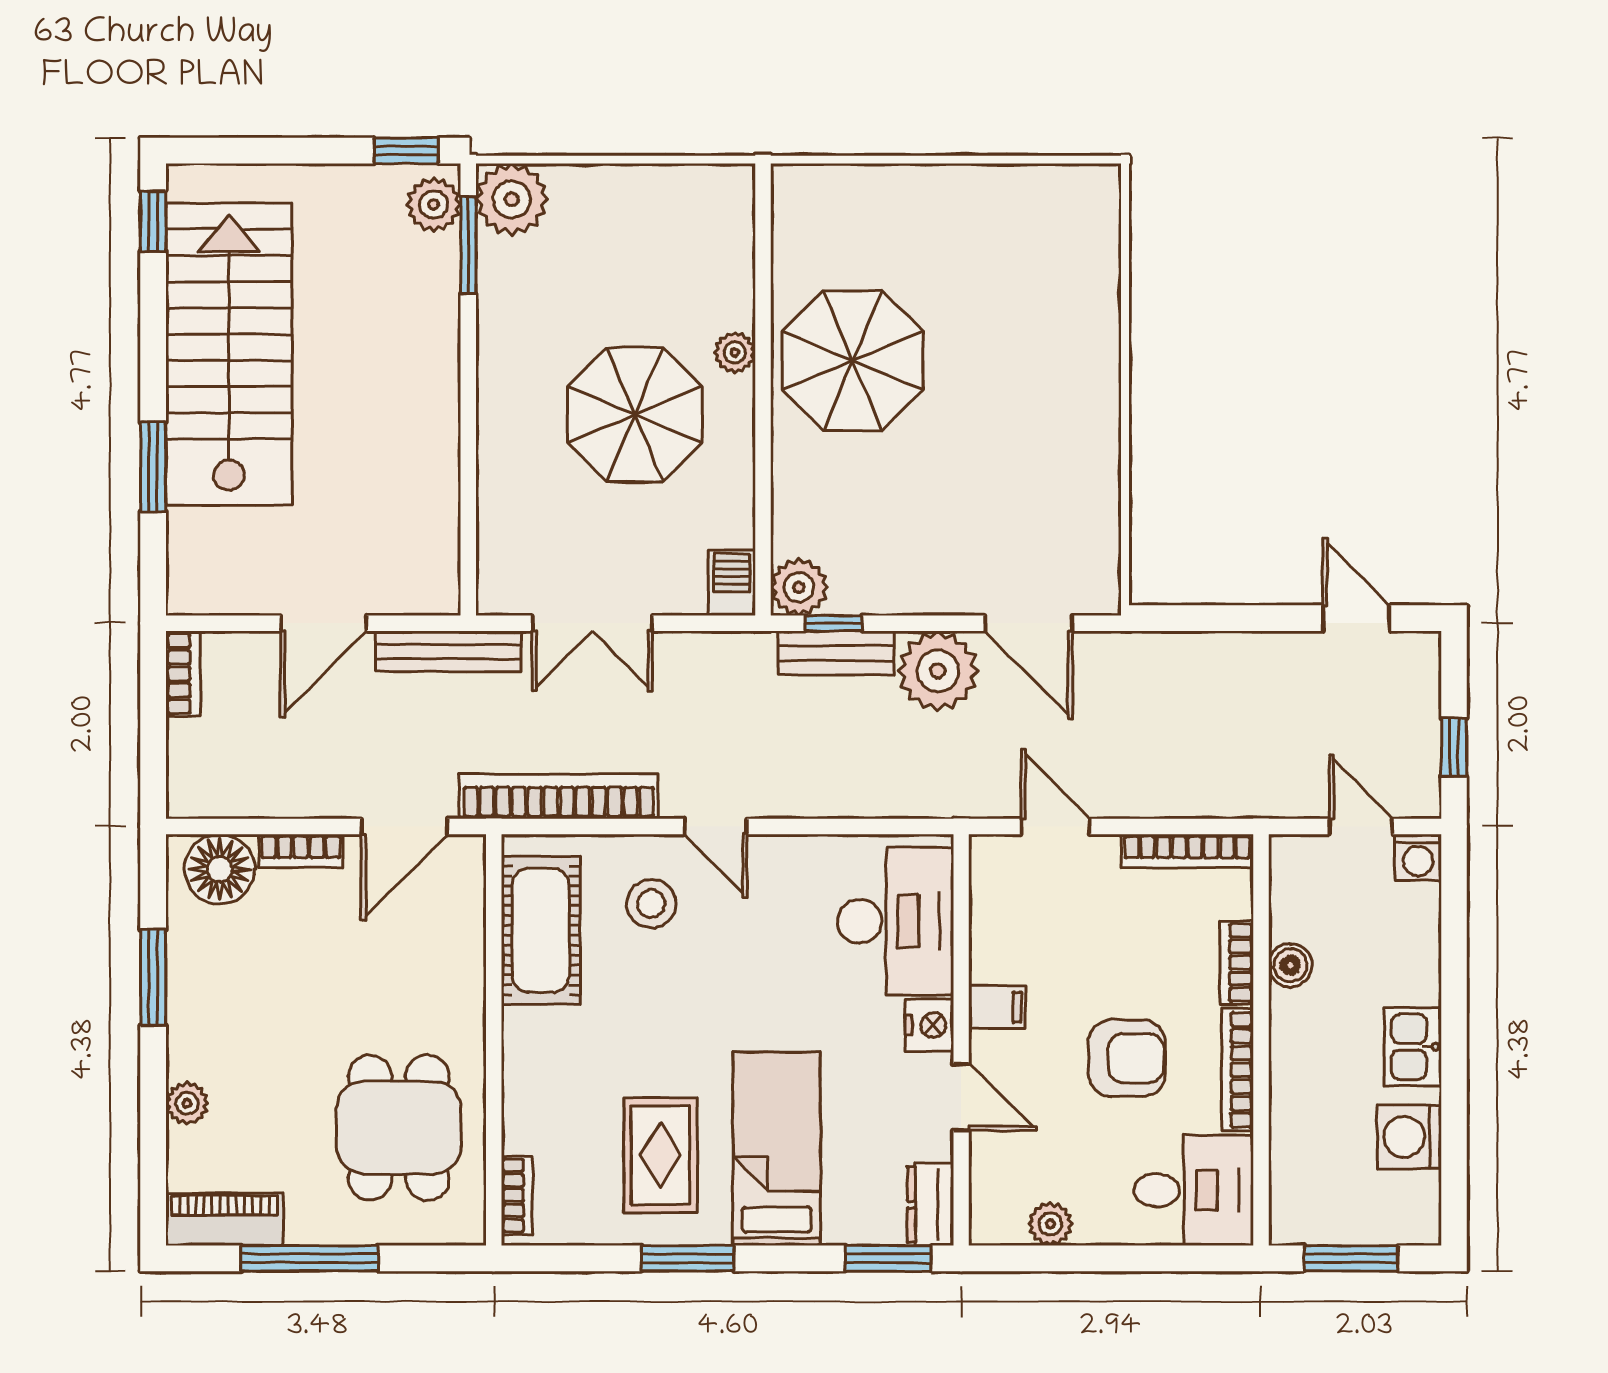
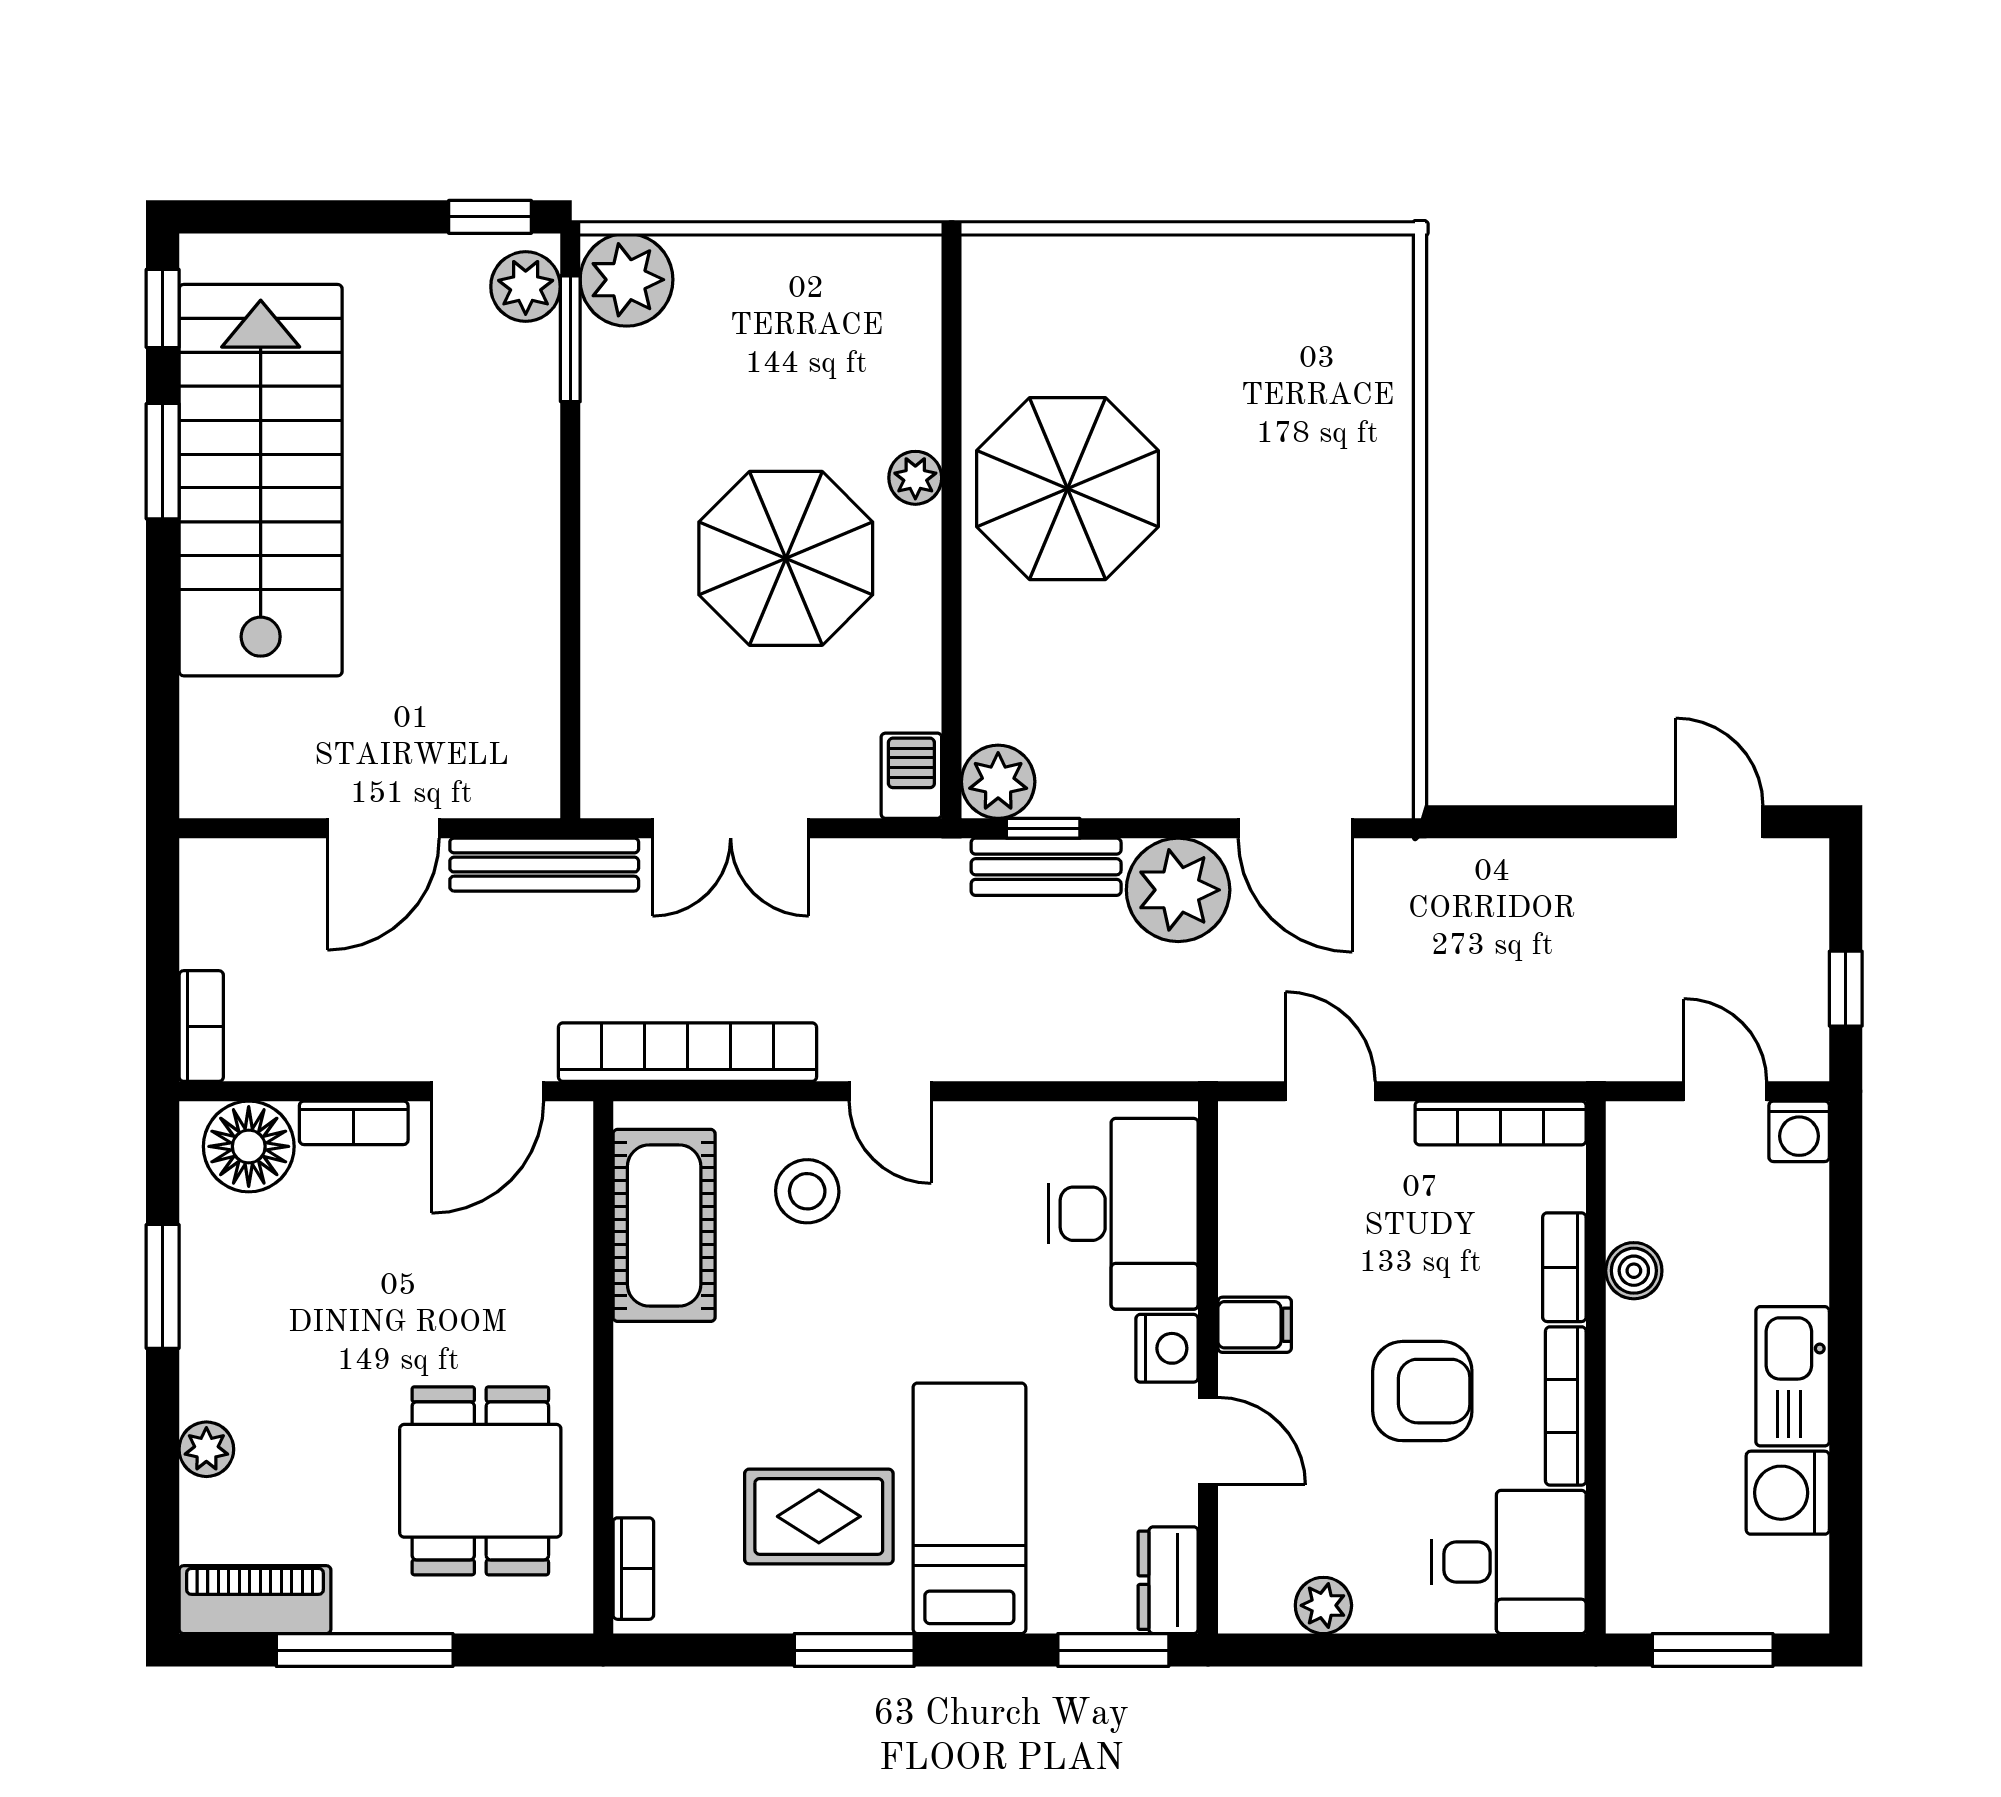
window: (153, 467) -> (163, 461), moved
bookcase: (183, 674) -> (201, 1026), moved
kitchen sink: (1413, 1047) -> (1793, 1376), width x1.38
rug: (660, 1155) -> (819, 1516), turned 90

